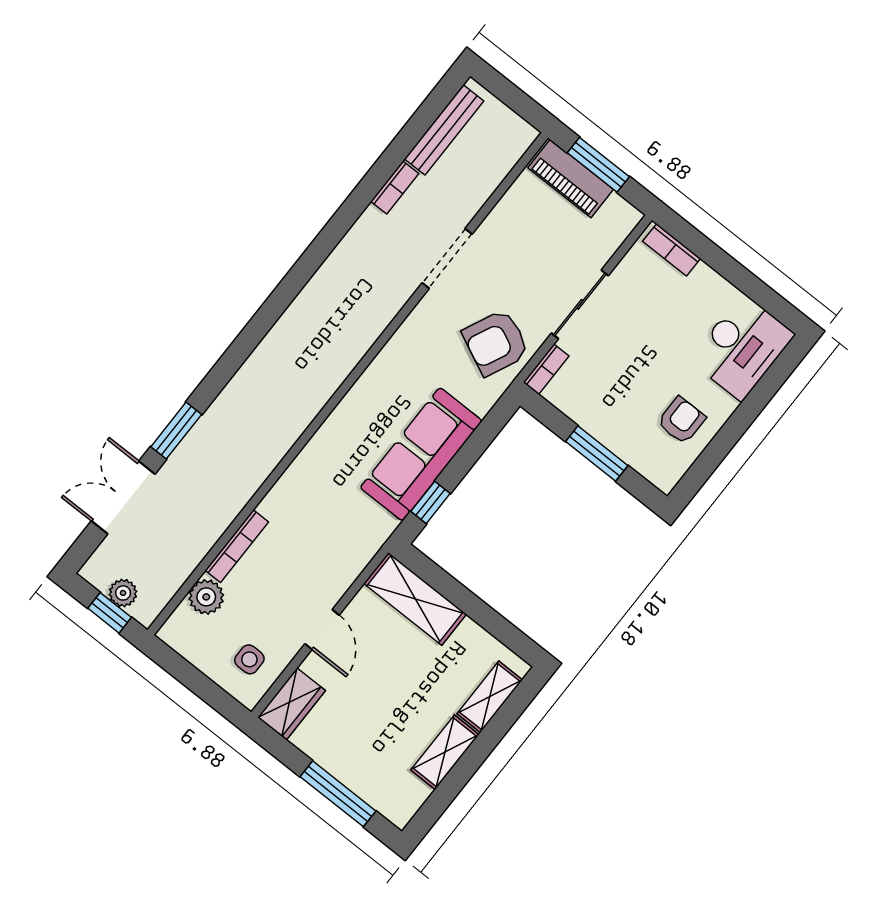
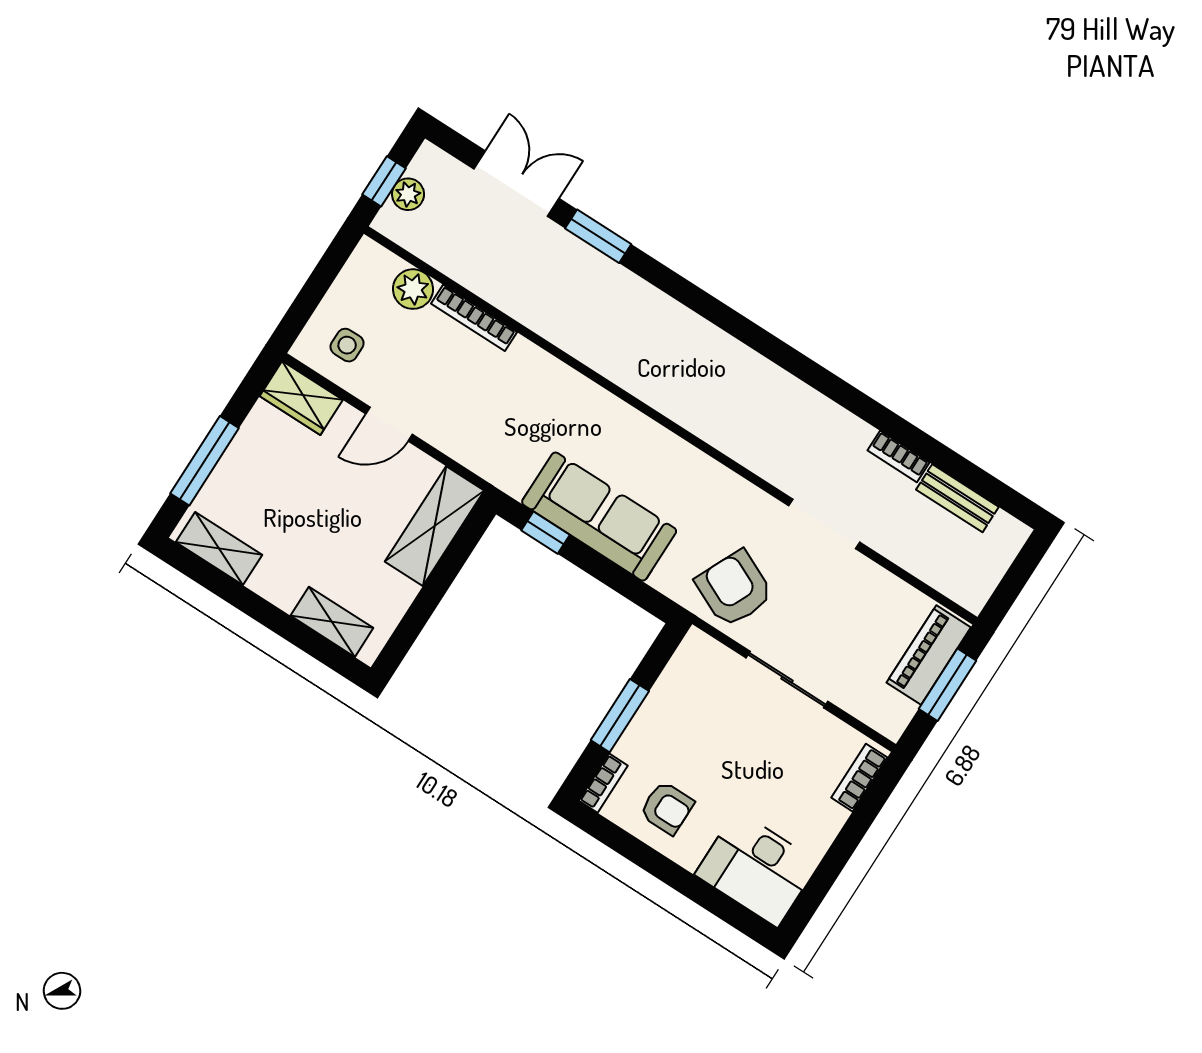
bench: (444, 130) -> (957, 498), width x0.73
bookcase: (546, 369) -> (603, 783), moved, turned -90
shelving: (445, 752) -> (219, 549), moved

